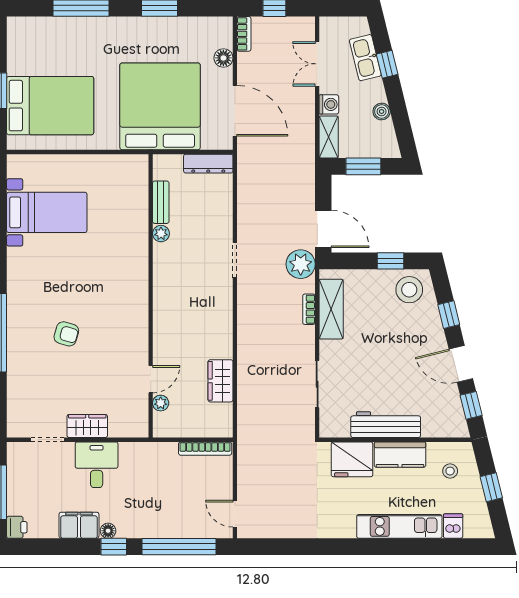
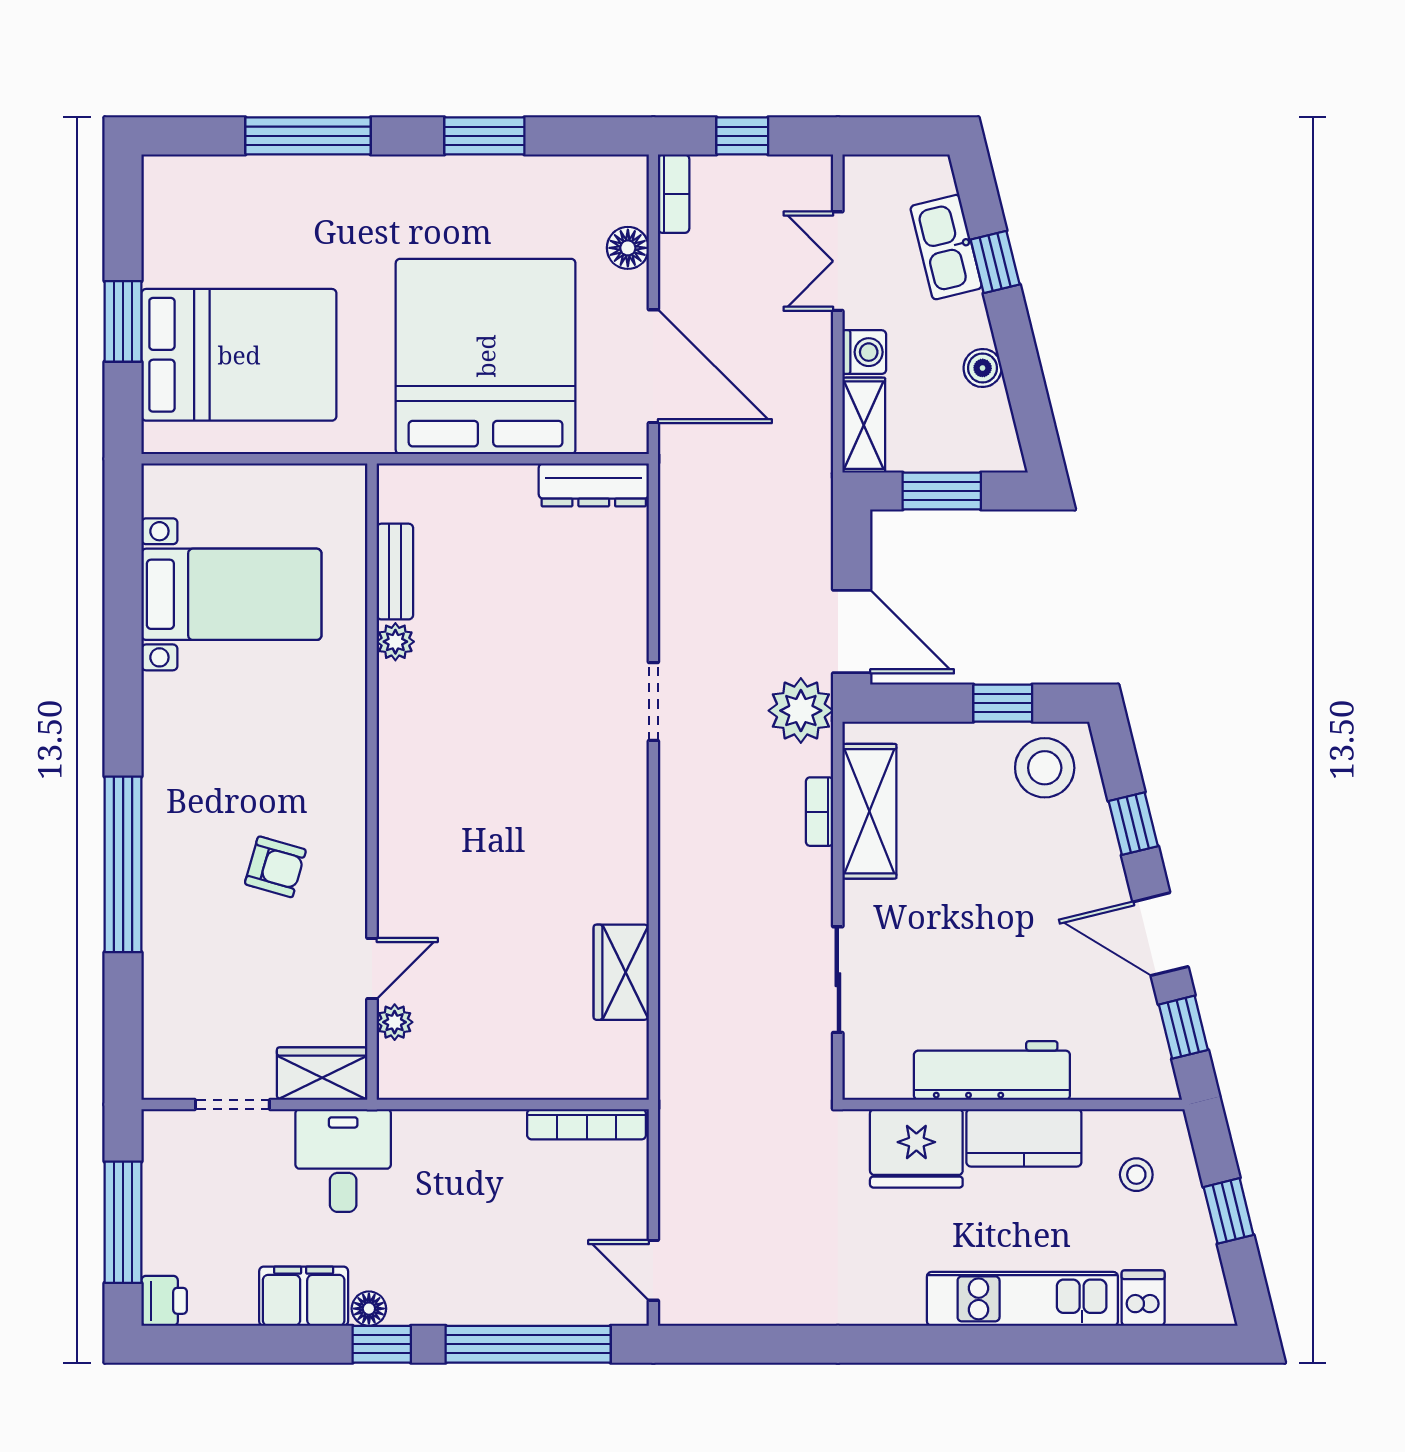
bench: (161, 202) -> (395, 572), moved
plant: (161, 234) -> (395, 642), moved
wall: (151, 296) -> (372, 782), moved
door: (151, 379) -> (372, 968), moved
plant: (161, 403) -> (395, 1022), moved

